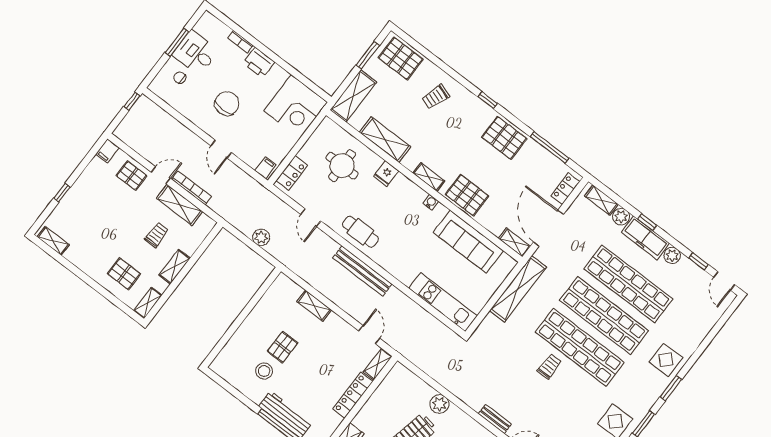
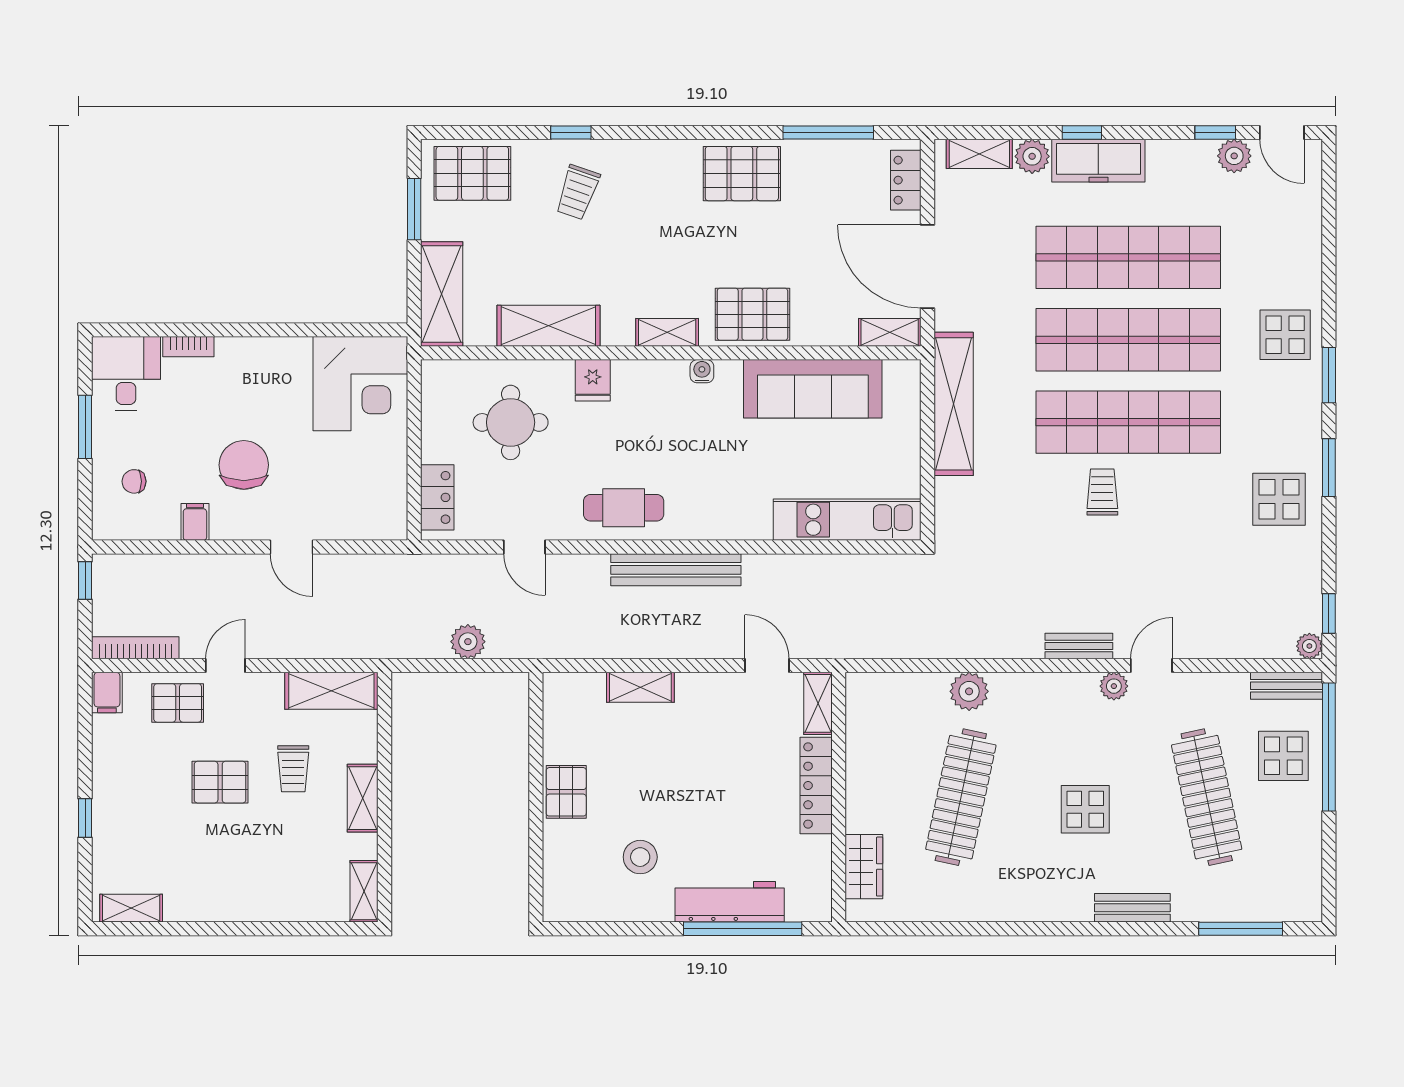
desk: (196, 53) -> (126, 373), moved, turned 90
printer: (259, 63) -> (245, 358), removed
window: (488, 100) -> (571, 132), moved
filing cabinet: (265, 168) -> (195, 522), moved
bookcase: (192, 188) -> (135, 648), moved
shelving: (179, 205) -> (331, 691), moved
trolley: (157, 235) -> (293, 769), turned 180
plant: (672, 255) -> (1234, 156), moved
pallet: (124, 274) -> (220, 782), moved
pallet: (282, 347) -> (566, 792), moved

